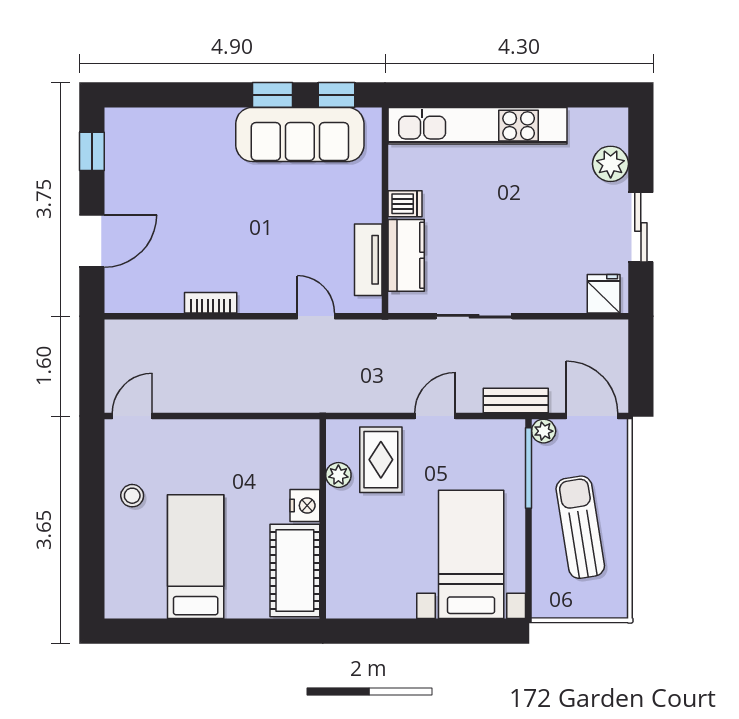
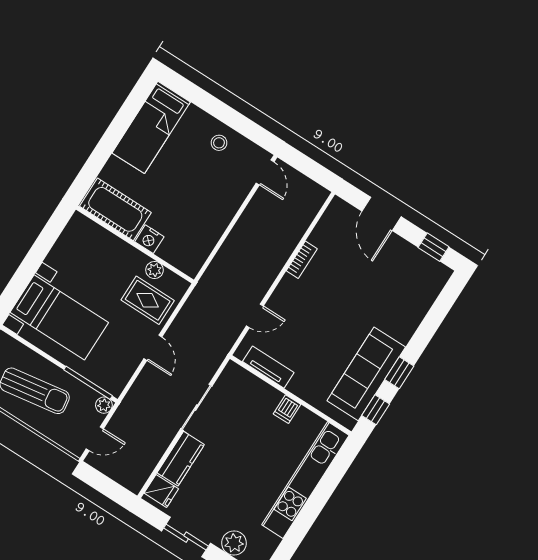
kitchen counter: (406, 255) -> (181, 459), moved, turned -90
bench: (516, 401) -> (132, 400), removed
door: (592, 416) -> (95, 439), width x0.73
bed: (196, 557) -> (151, 127), moved, turned 90

